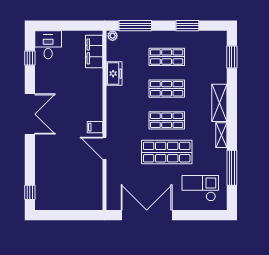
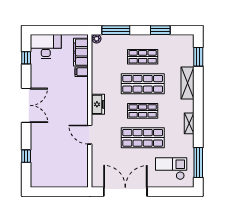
desk: (48, 45) -> (46, 46), width x1.37
freezer: (114, 74) -> (98, 104), moved
shop shelf: (167, 89) -> (143, 84), width x1.43, depth x1.36
shelving: (219, 103) -> (188, 83), moved
filing cabinet: (95, 127) -> (82, 72), moved
window: (232, 168) -> (198, 163), moved
window: (30, 192) -> (26, 156), moved

